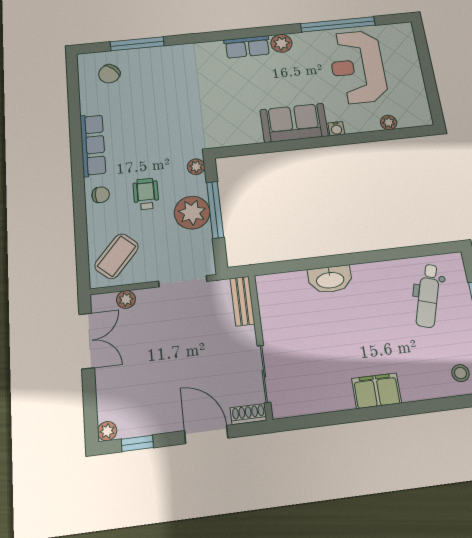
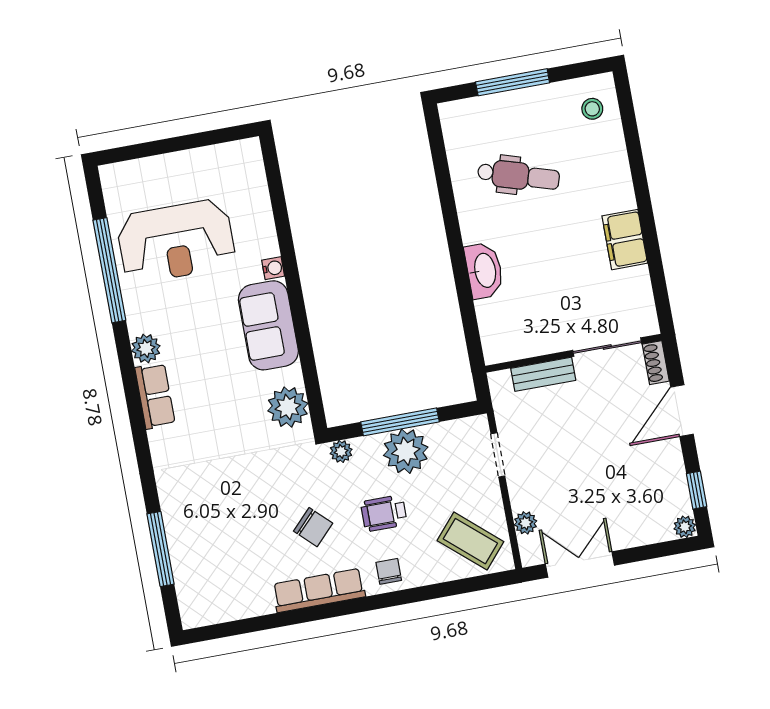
chair: (109, 74) -> (313, 527), moved
plant: (389, 122) -> (288, 407), moved, width x1.88, depth x1.88
doorway: (183, 281) -> (498, 455), width x0.73
dental chair: (428, 296) -> (519, 176), moved
bench: (242, 301) -> (543, 374), moved
filing cabinet: (377, 391) -> (625, 240), moved

